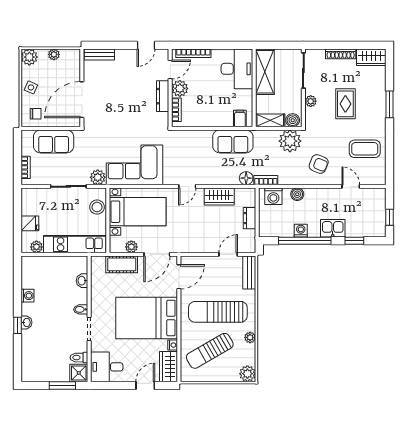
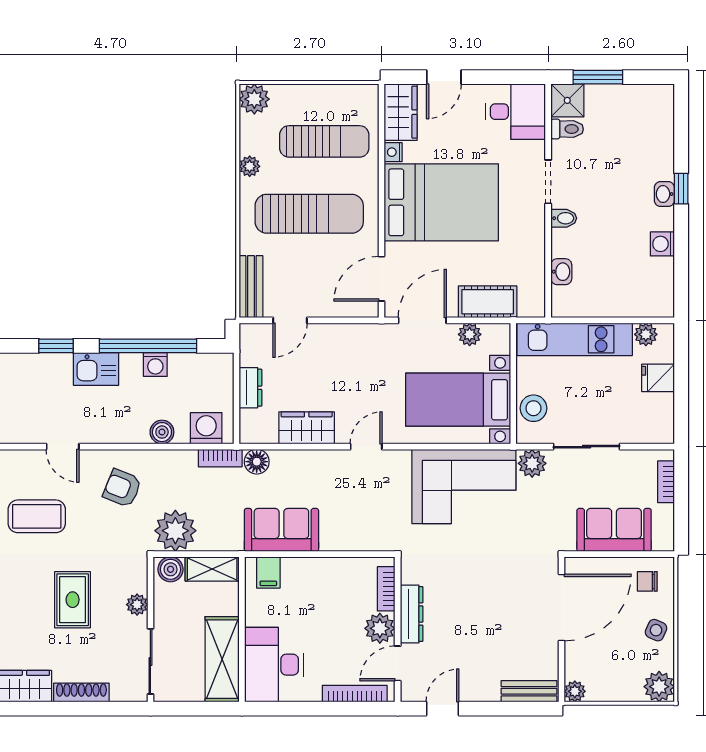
plant: (54, 54) -> (575, 691), moved
sun lounger: (210, 351) -> (324, 141), turned 30

